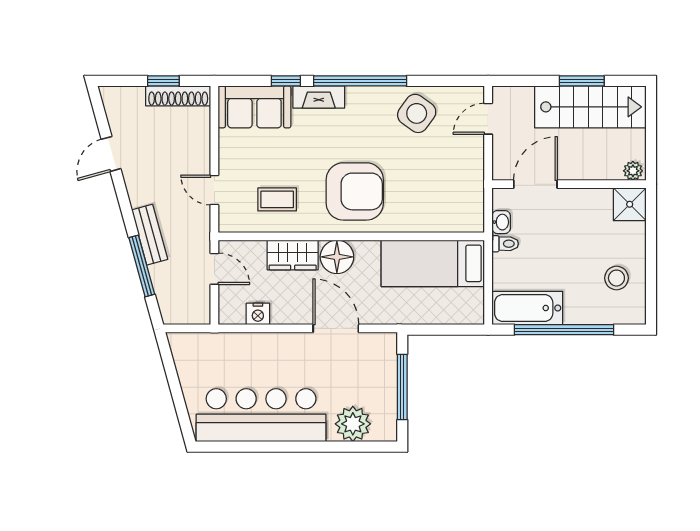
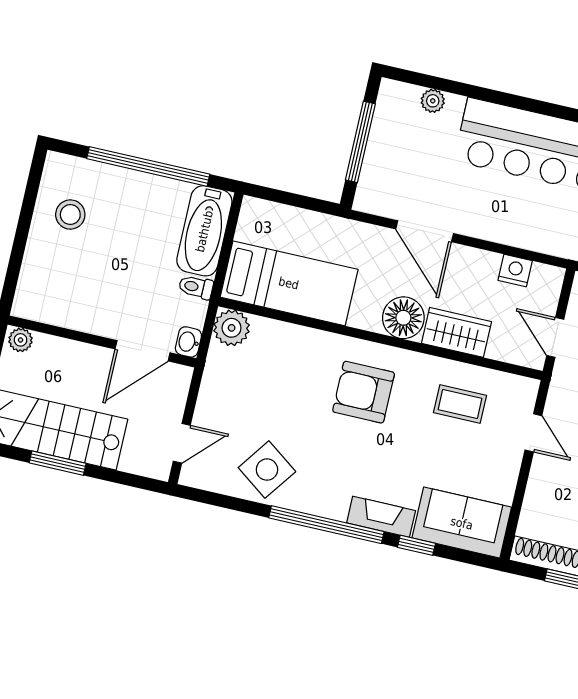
armchair: (355, 191) -> (364, 392), width x0.73, depth x0.73
shower: (630, 204) -> (34, 300), removed
plant: (470, 218) -> (232, 328), added
washbasin: (501, 222) -> (188, 342), moved
bathtub: (527, 308) -> (204, 231), moved, turned 90
plant: (353, 424) -> (433, 101), width x0.53, depth x0.53

